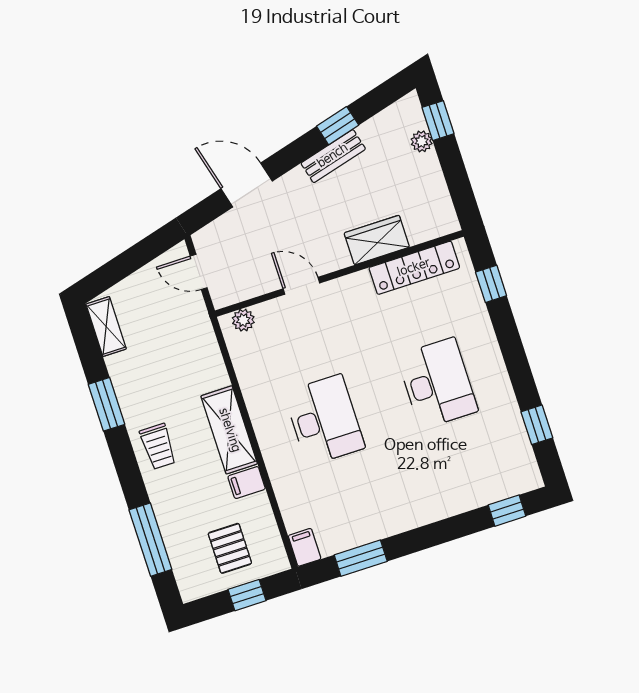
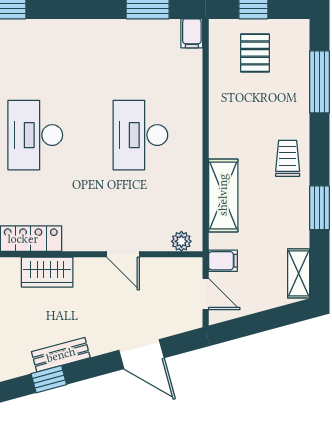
shelving: (229, 430) -> (223, 195), moved
filing cabinet: (247, 483) -> (223, 261), moved

